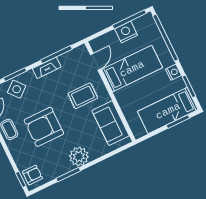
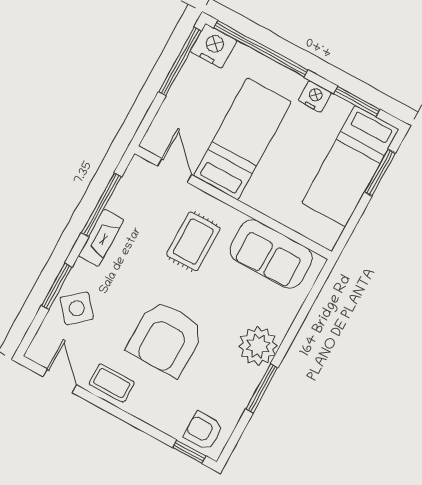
nightstand: (126, 32) -> (214, 46), moved, turned 90
armchair: (32, 175) -> (204, 431), turned -90

